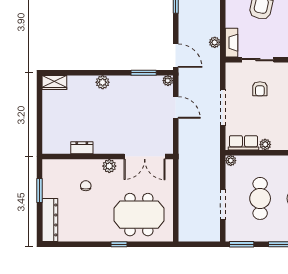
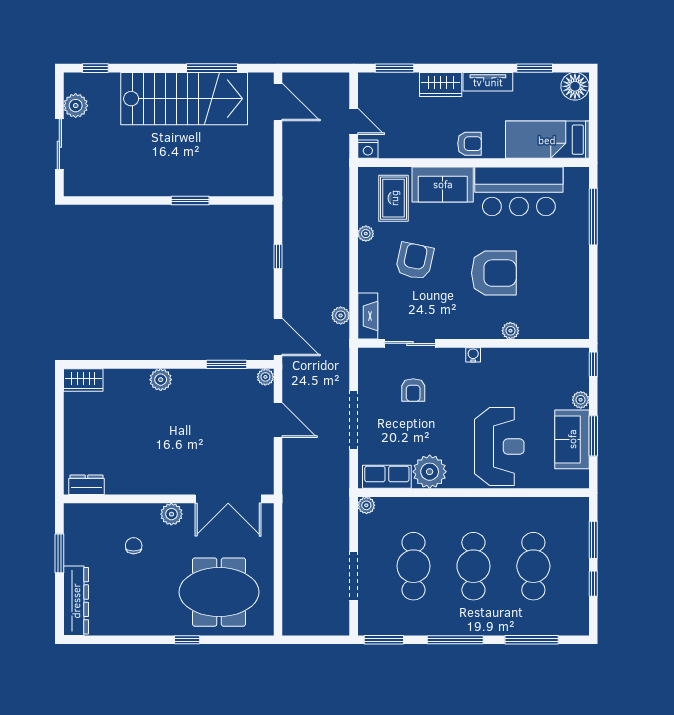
plant: (265, 144) -> (430, 472), width x1.87, depth x1.87
dresser: (82, 148) -> (87, 485), moved

